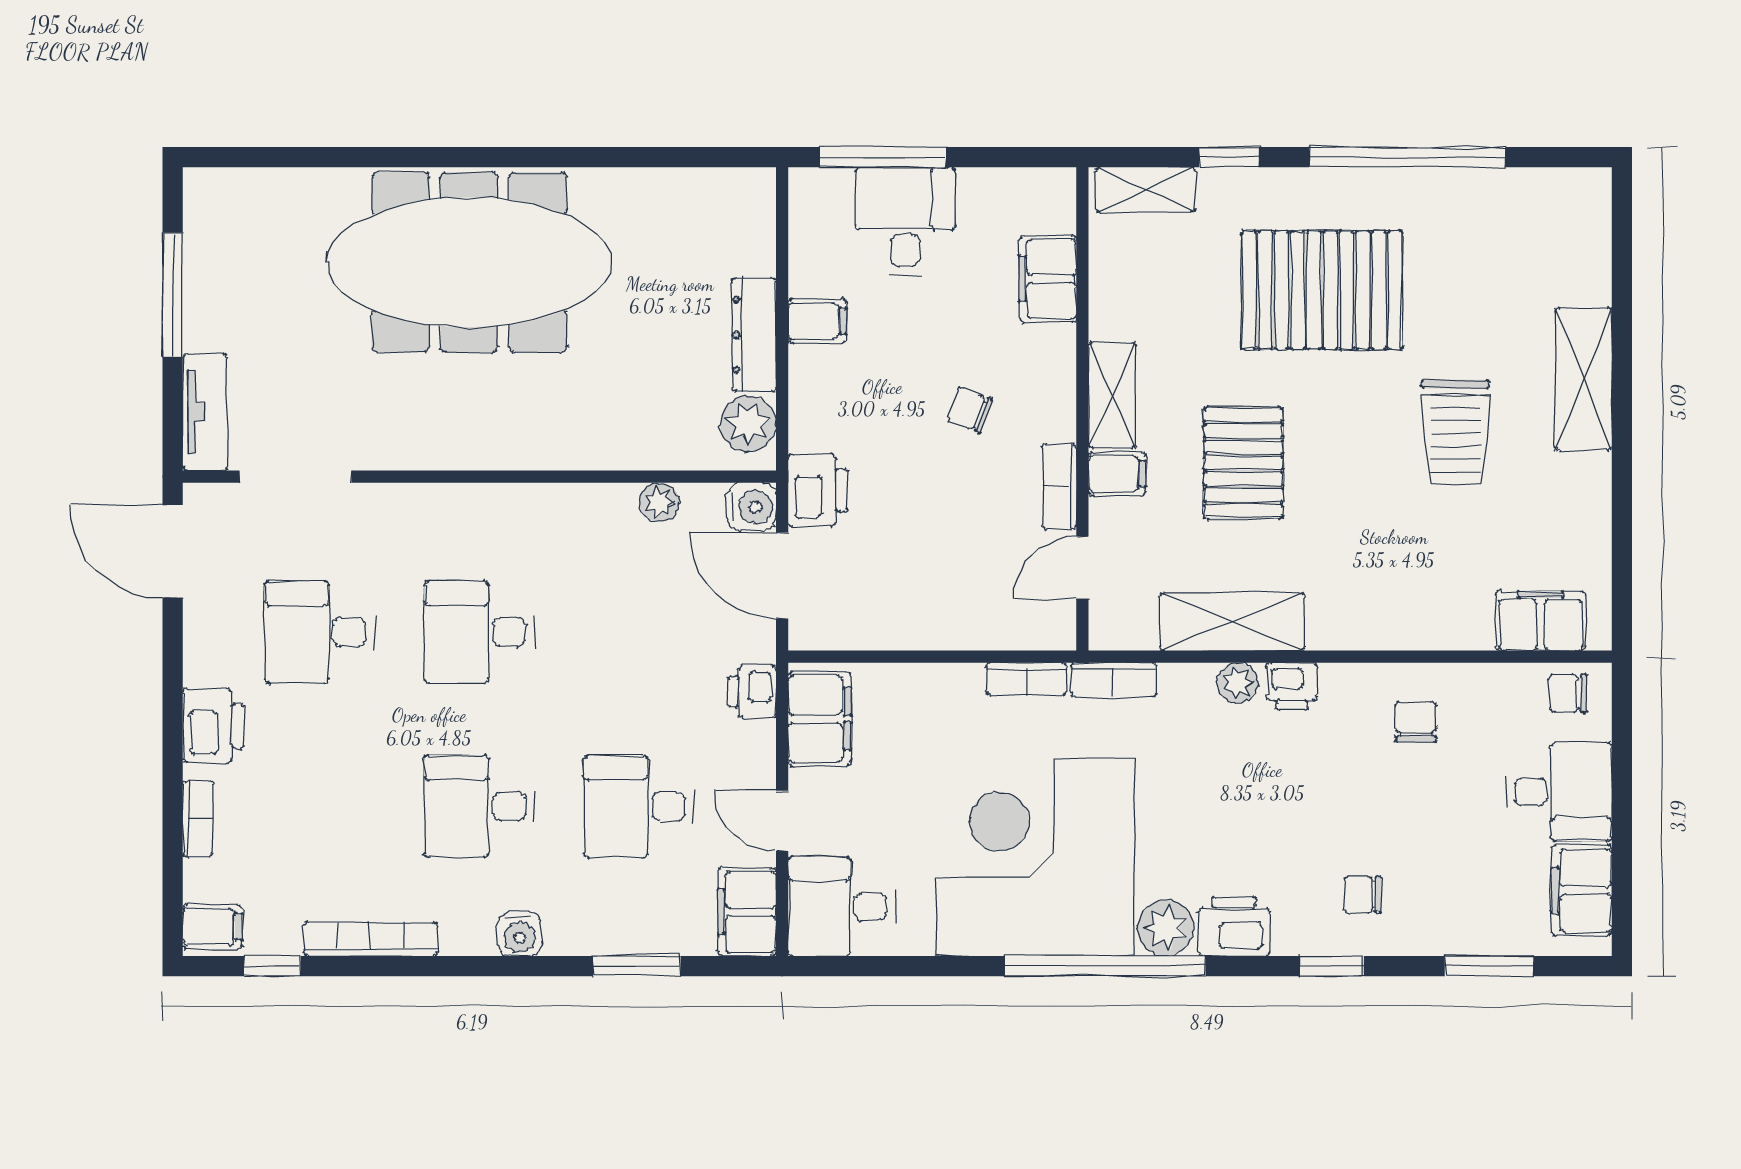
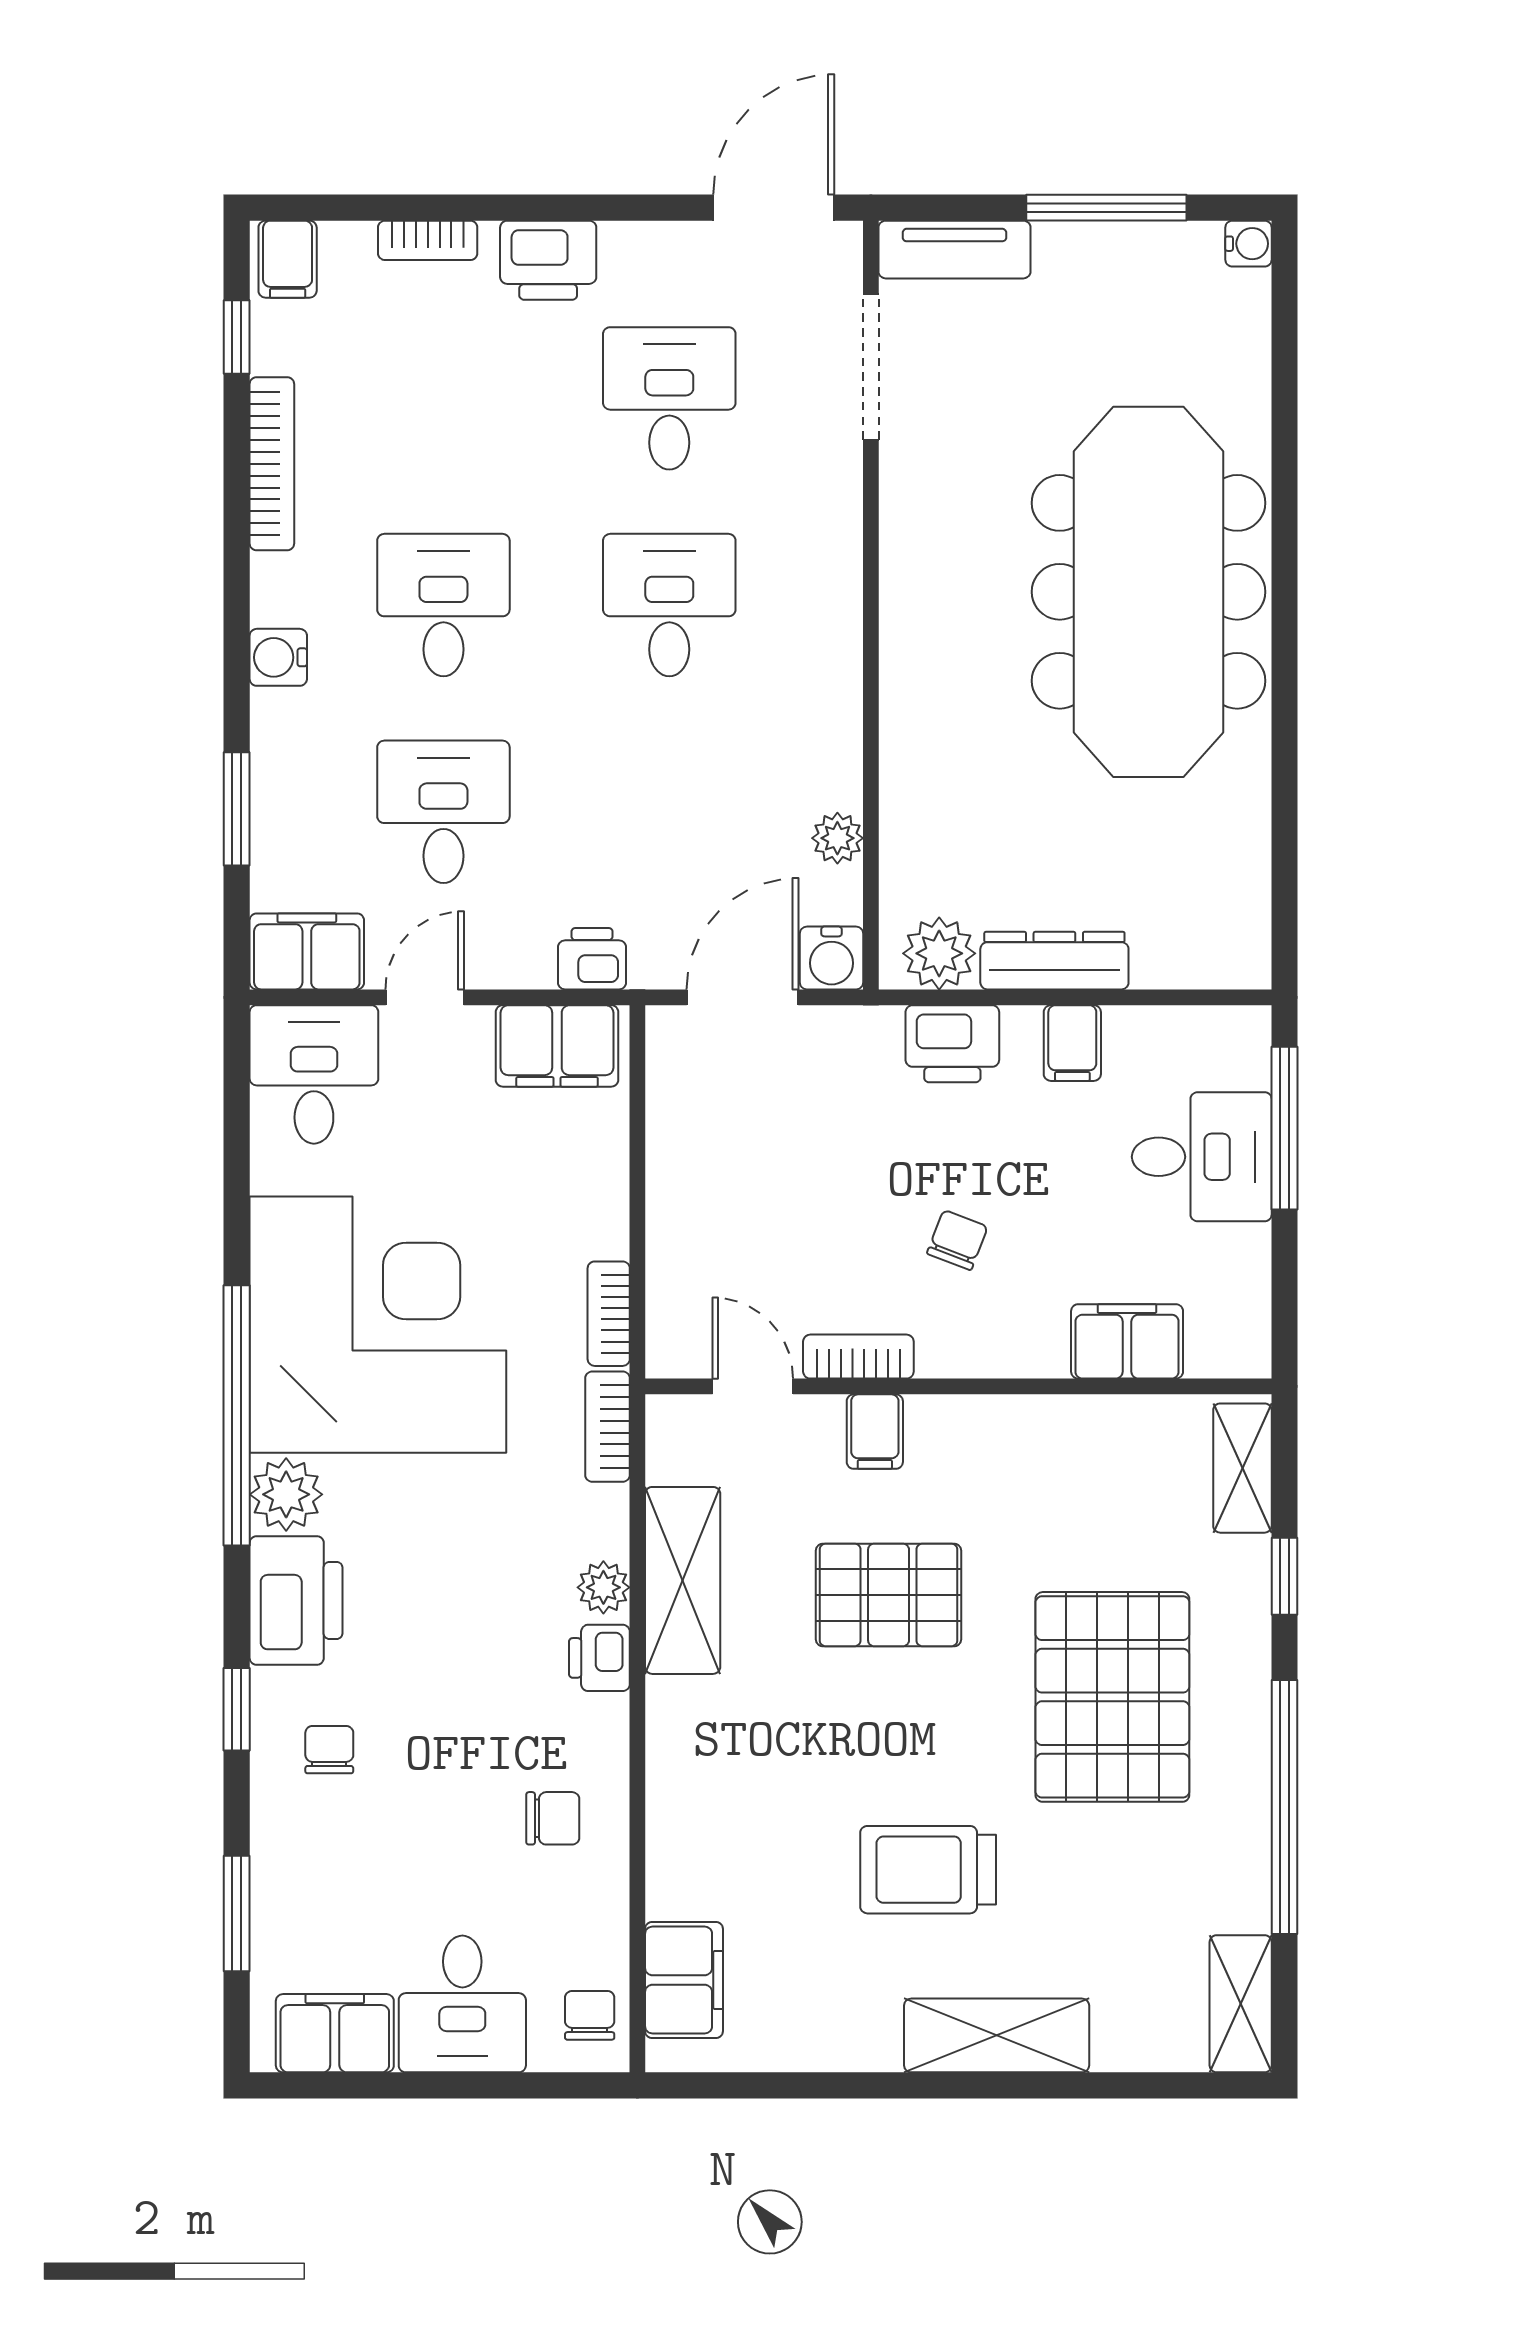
water cooler: (200, 185) -> (1248, 244), added
shelving: (1112, 395) -> (1241, 2004), moved, turned 90
printer: (818, 490) -> (952, 1044), moved
printer: (1234, 926) -> (296, 1600), width x1.37, depth x1.19

